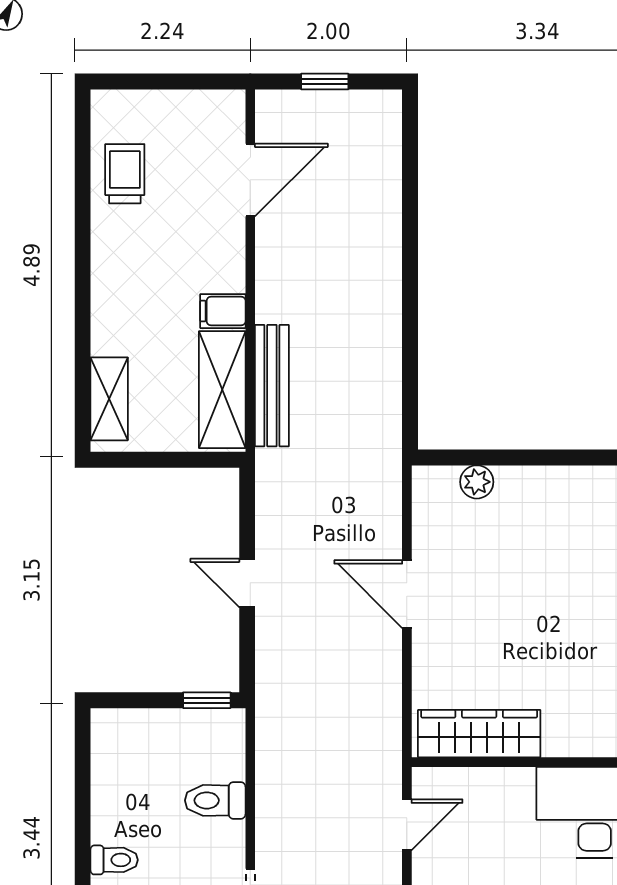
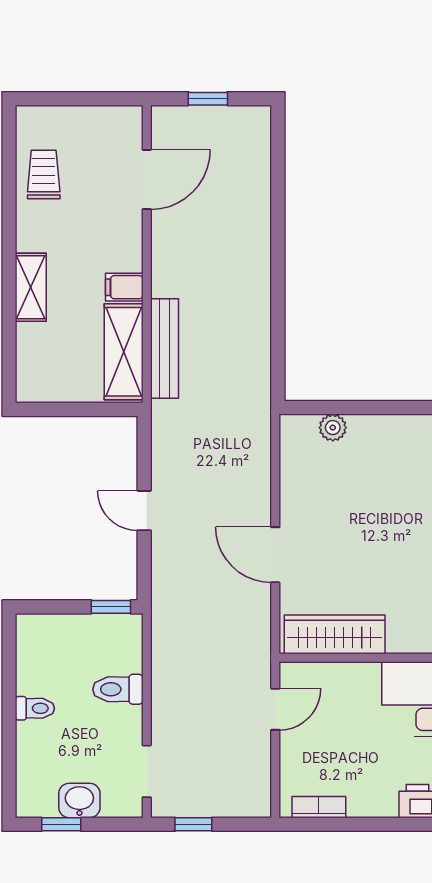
shelving: (109, 399) -> (31, 287), moved
door: (407, 594) -> (275, 555), moved
toilet: (114, 860) -> (35, 708), moved

